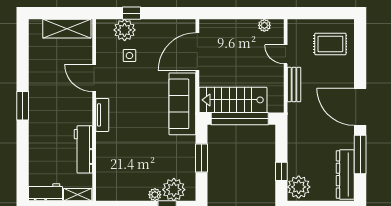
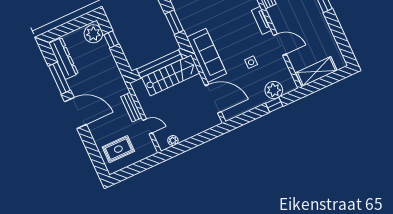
door: (197, 52) -> (213, 99), hinge flipped
side table: (129, 56) -> (251, 62), moved

